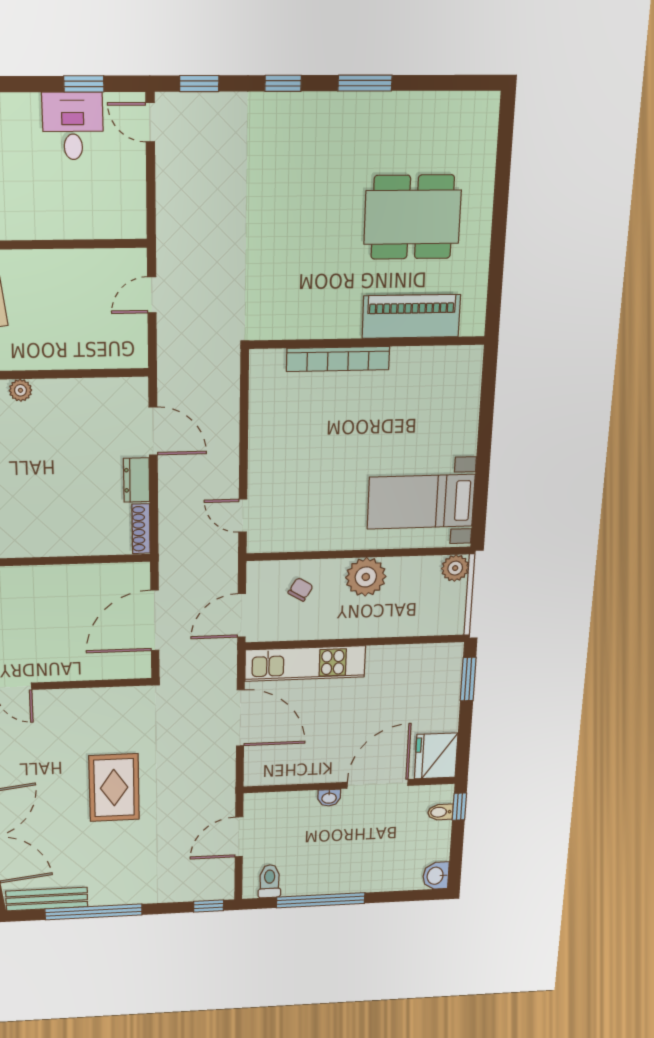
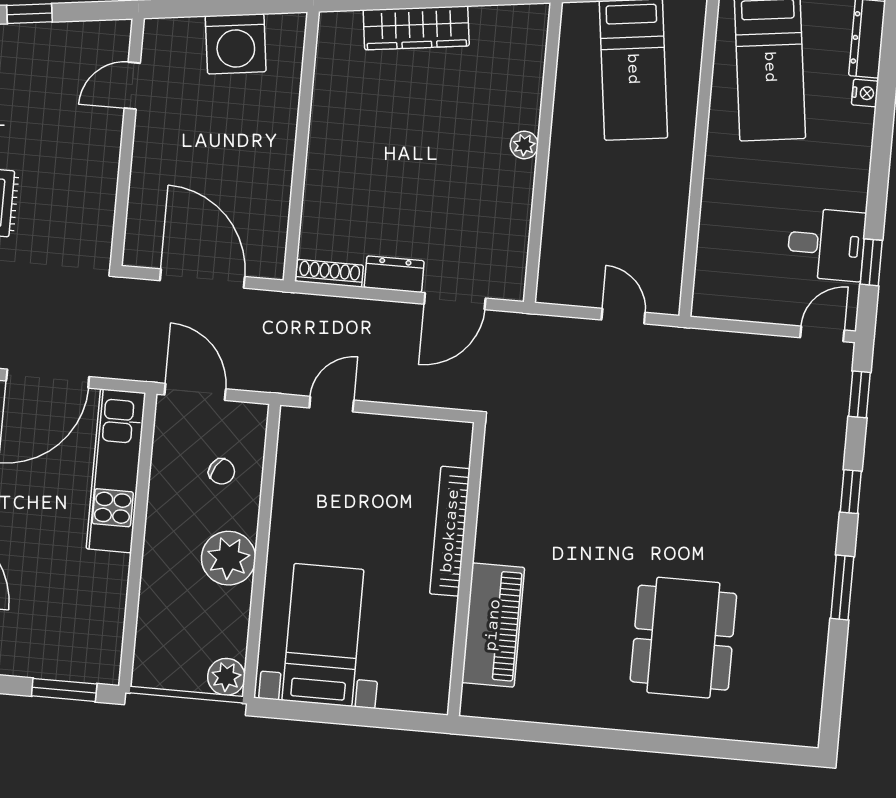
piano: (411, 316) -> (493, 625), moved
wall: (368, 343) -> (466, 569), moved
bookcase: (338, 359) -> (450, 531), moved

